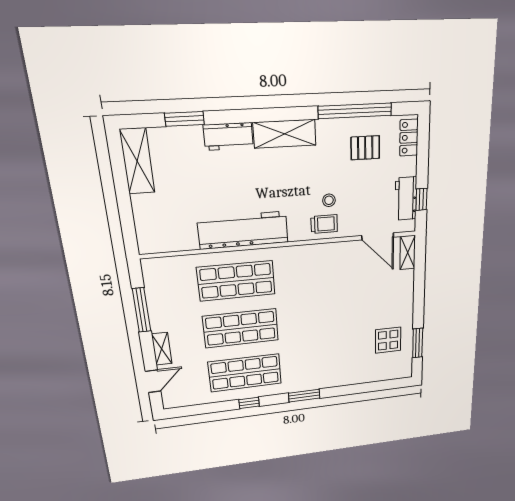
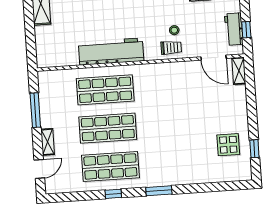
window: (418, 343) -> (254, 149), width x0.67

